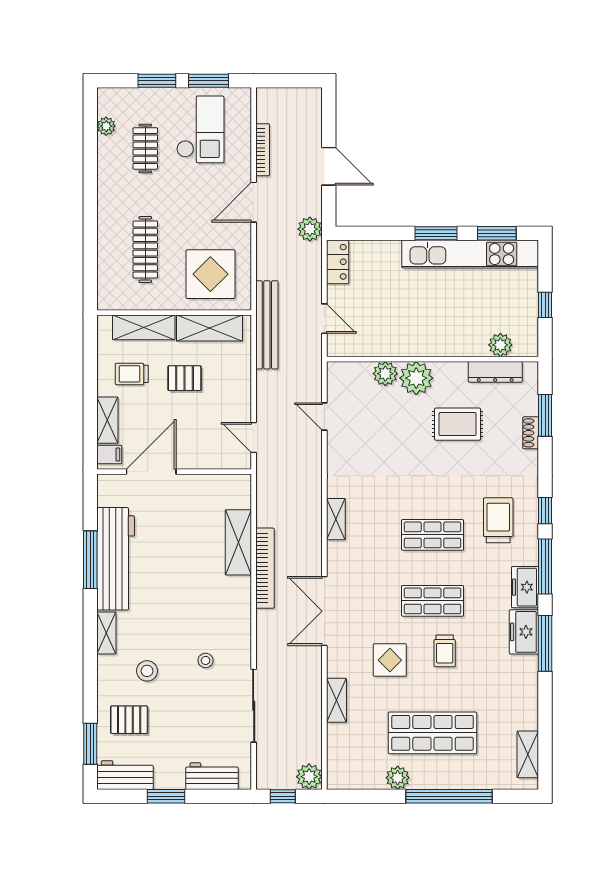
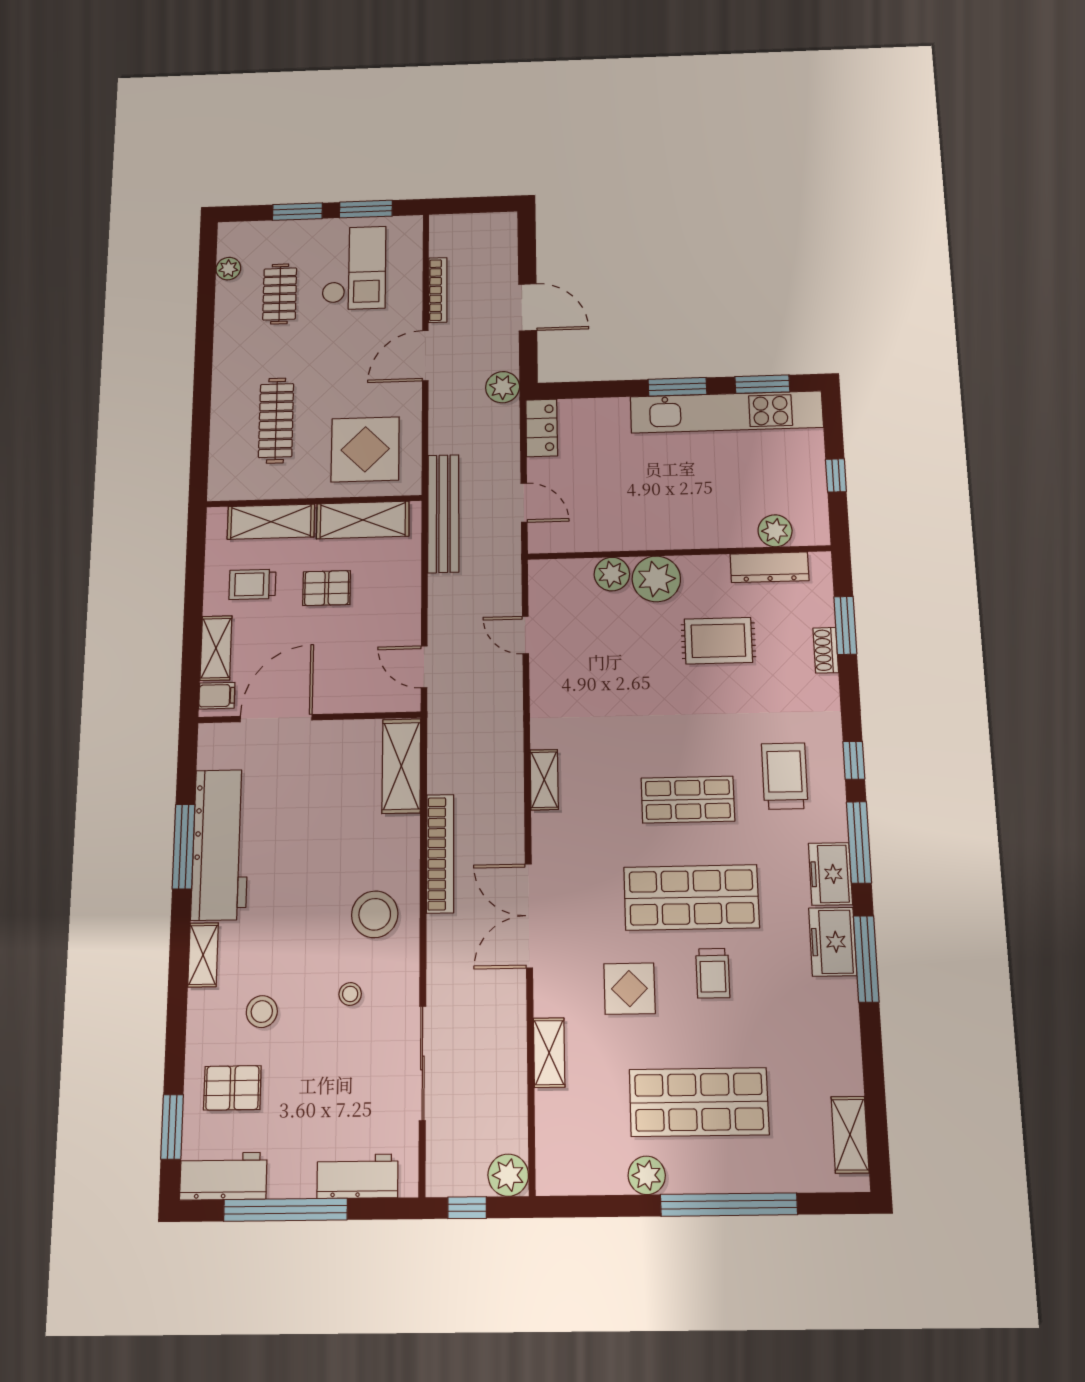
shelving: (238, 542) -> (401, 766), moved
shop shelf: (432, 601) -> (691, 897), width x1.43, depth x1.36
stool: (221, 608) -> (375, 914), added
window: (166, 796) -> (285, 1210), width x2.11

